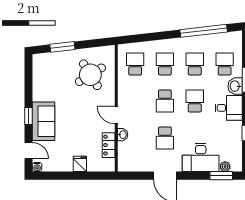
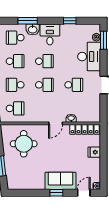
school desk: (135, 64) -> (15, 108), turned 180
school desk: (195, 64) -> (15, 61), turned 180
round table: (90, 75) -> (24, 144), turned 32
school desk: (195, 101) -> (44, 61), turned 180
locker: (109, 145) -> (85, 129), width x1.53

